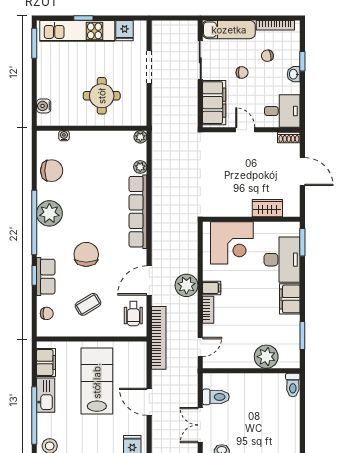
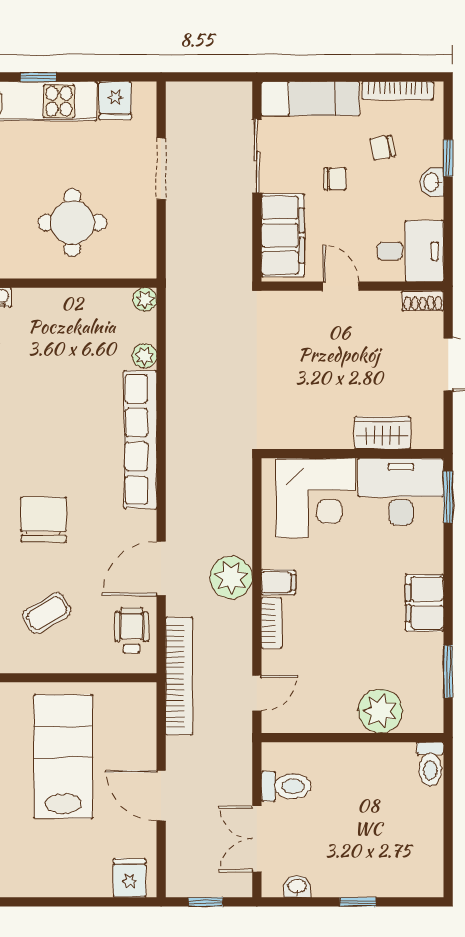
desk: (282, 260) -> (401, 492), moved, turned -90
wheelchair: (133, 314) -> (132, 630), turned 180

